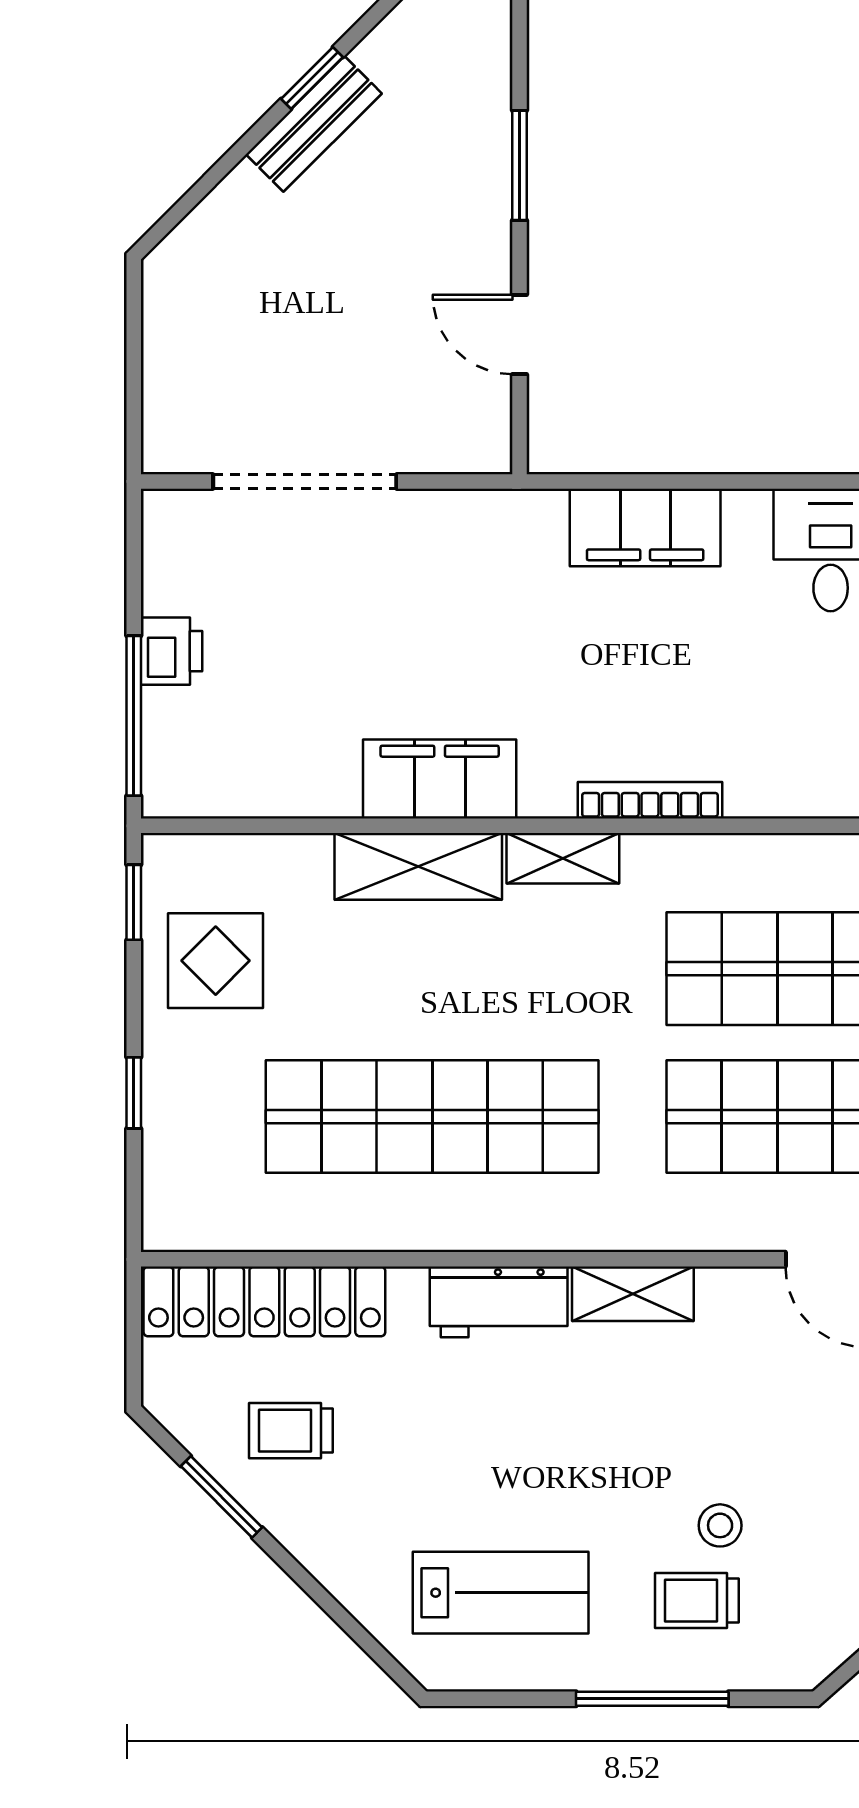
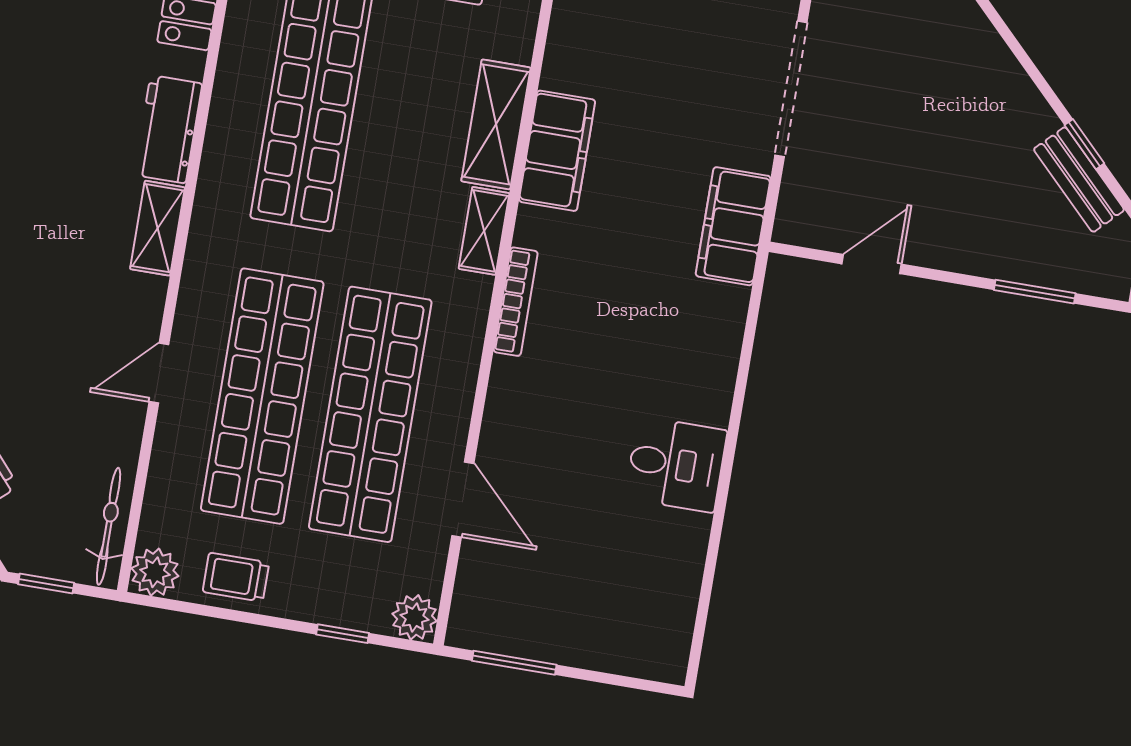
bench: (314, 124) -> (1079, 180), moved
window: (520, 165) -> (1035, 292), moved
filing cabinet: (645, 528) -> (733, 226), moved

